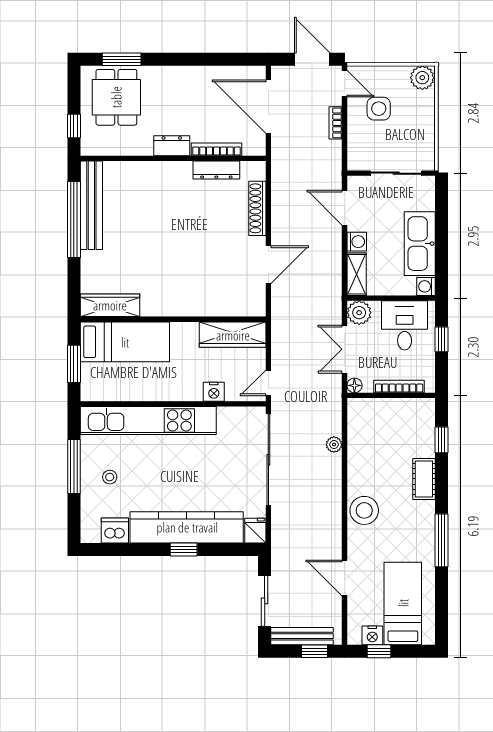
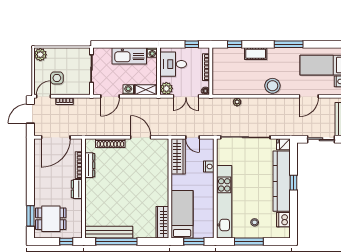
window: (441, 339) -> (192, 44), moved
door: (268, 383) -> (192, 137), moved

